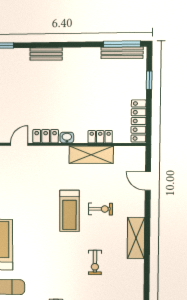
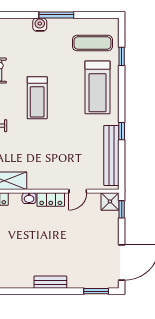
treadmill: (69, 211) -> (37, 98), moved, turned 180

